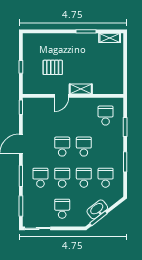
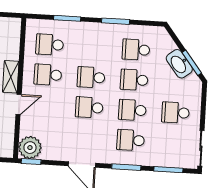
door: (61, 96) -> (19, 104), hinge flipped
plant: (31, 106) -> (30, 148), added
school desk: (84, 116) -> (48, 75), added

